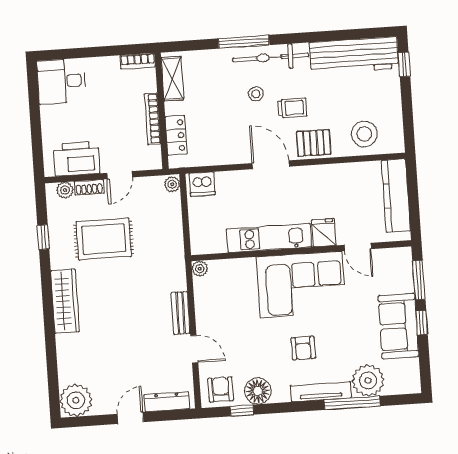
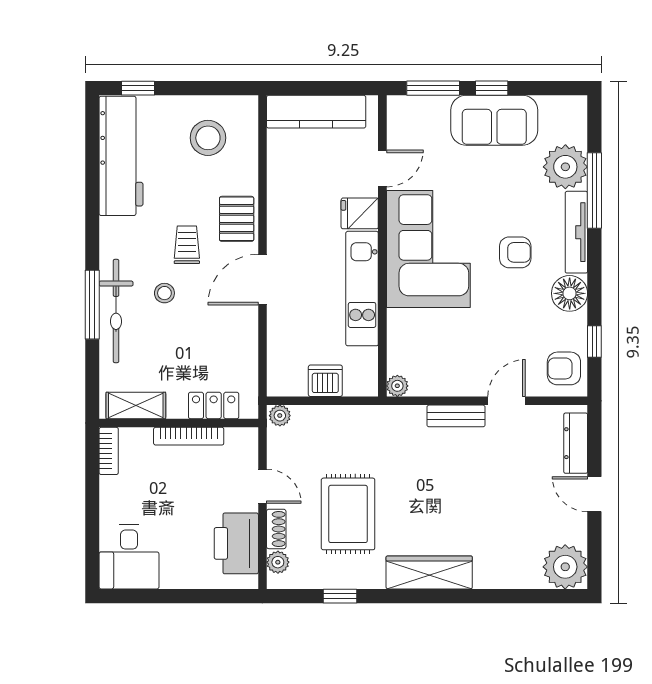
bicycle: (271, 57) -> (116, 311), moved
stool: (364, 134) -> (208, 138), moved
dishwasher: (202, 184) -> (325, 381), moved, turned -90
floor lamp: (258, 391) -> (570, 293), moved

